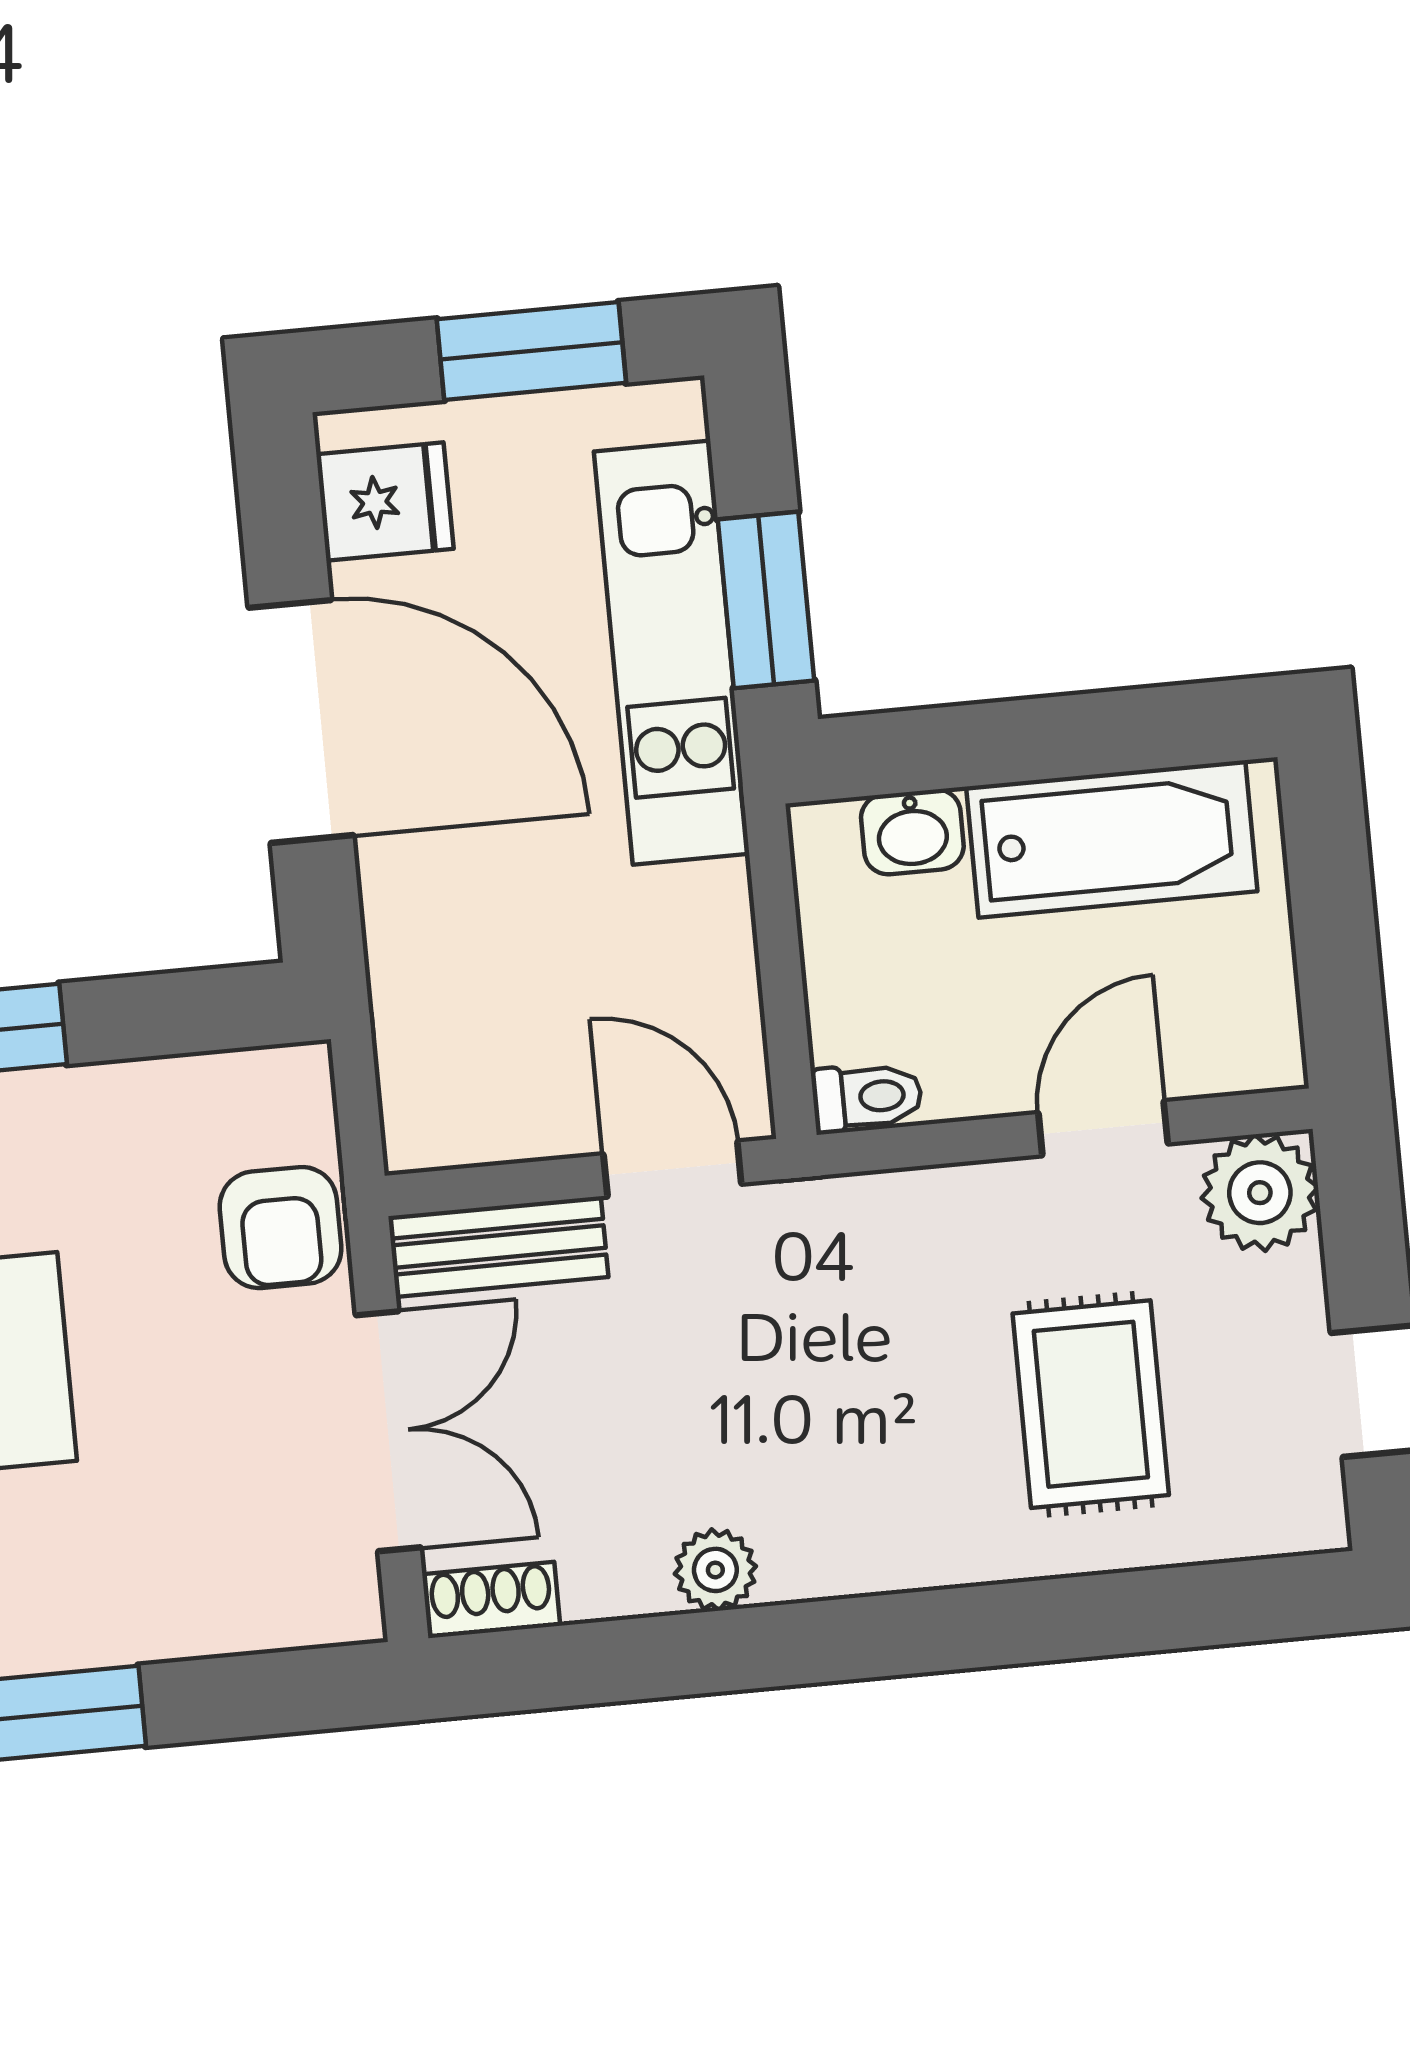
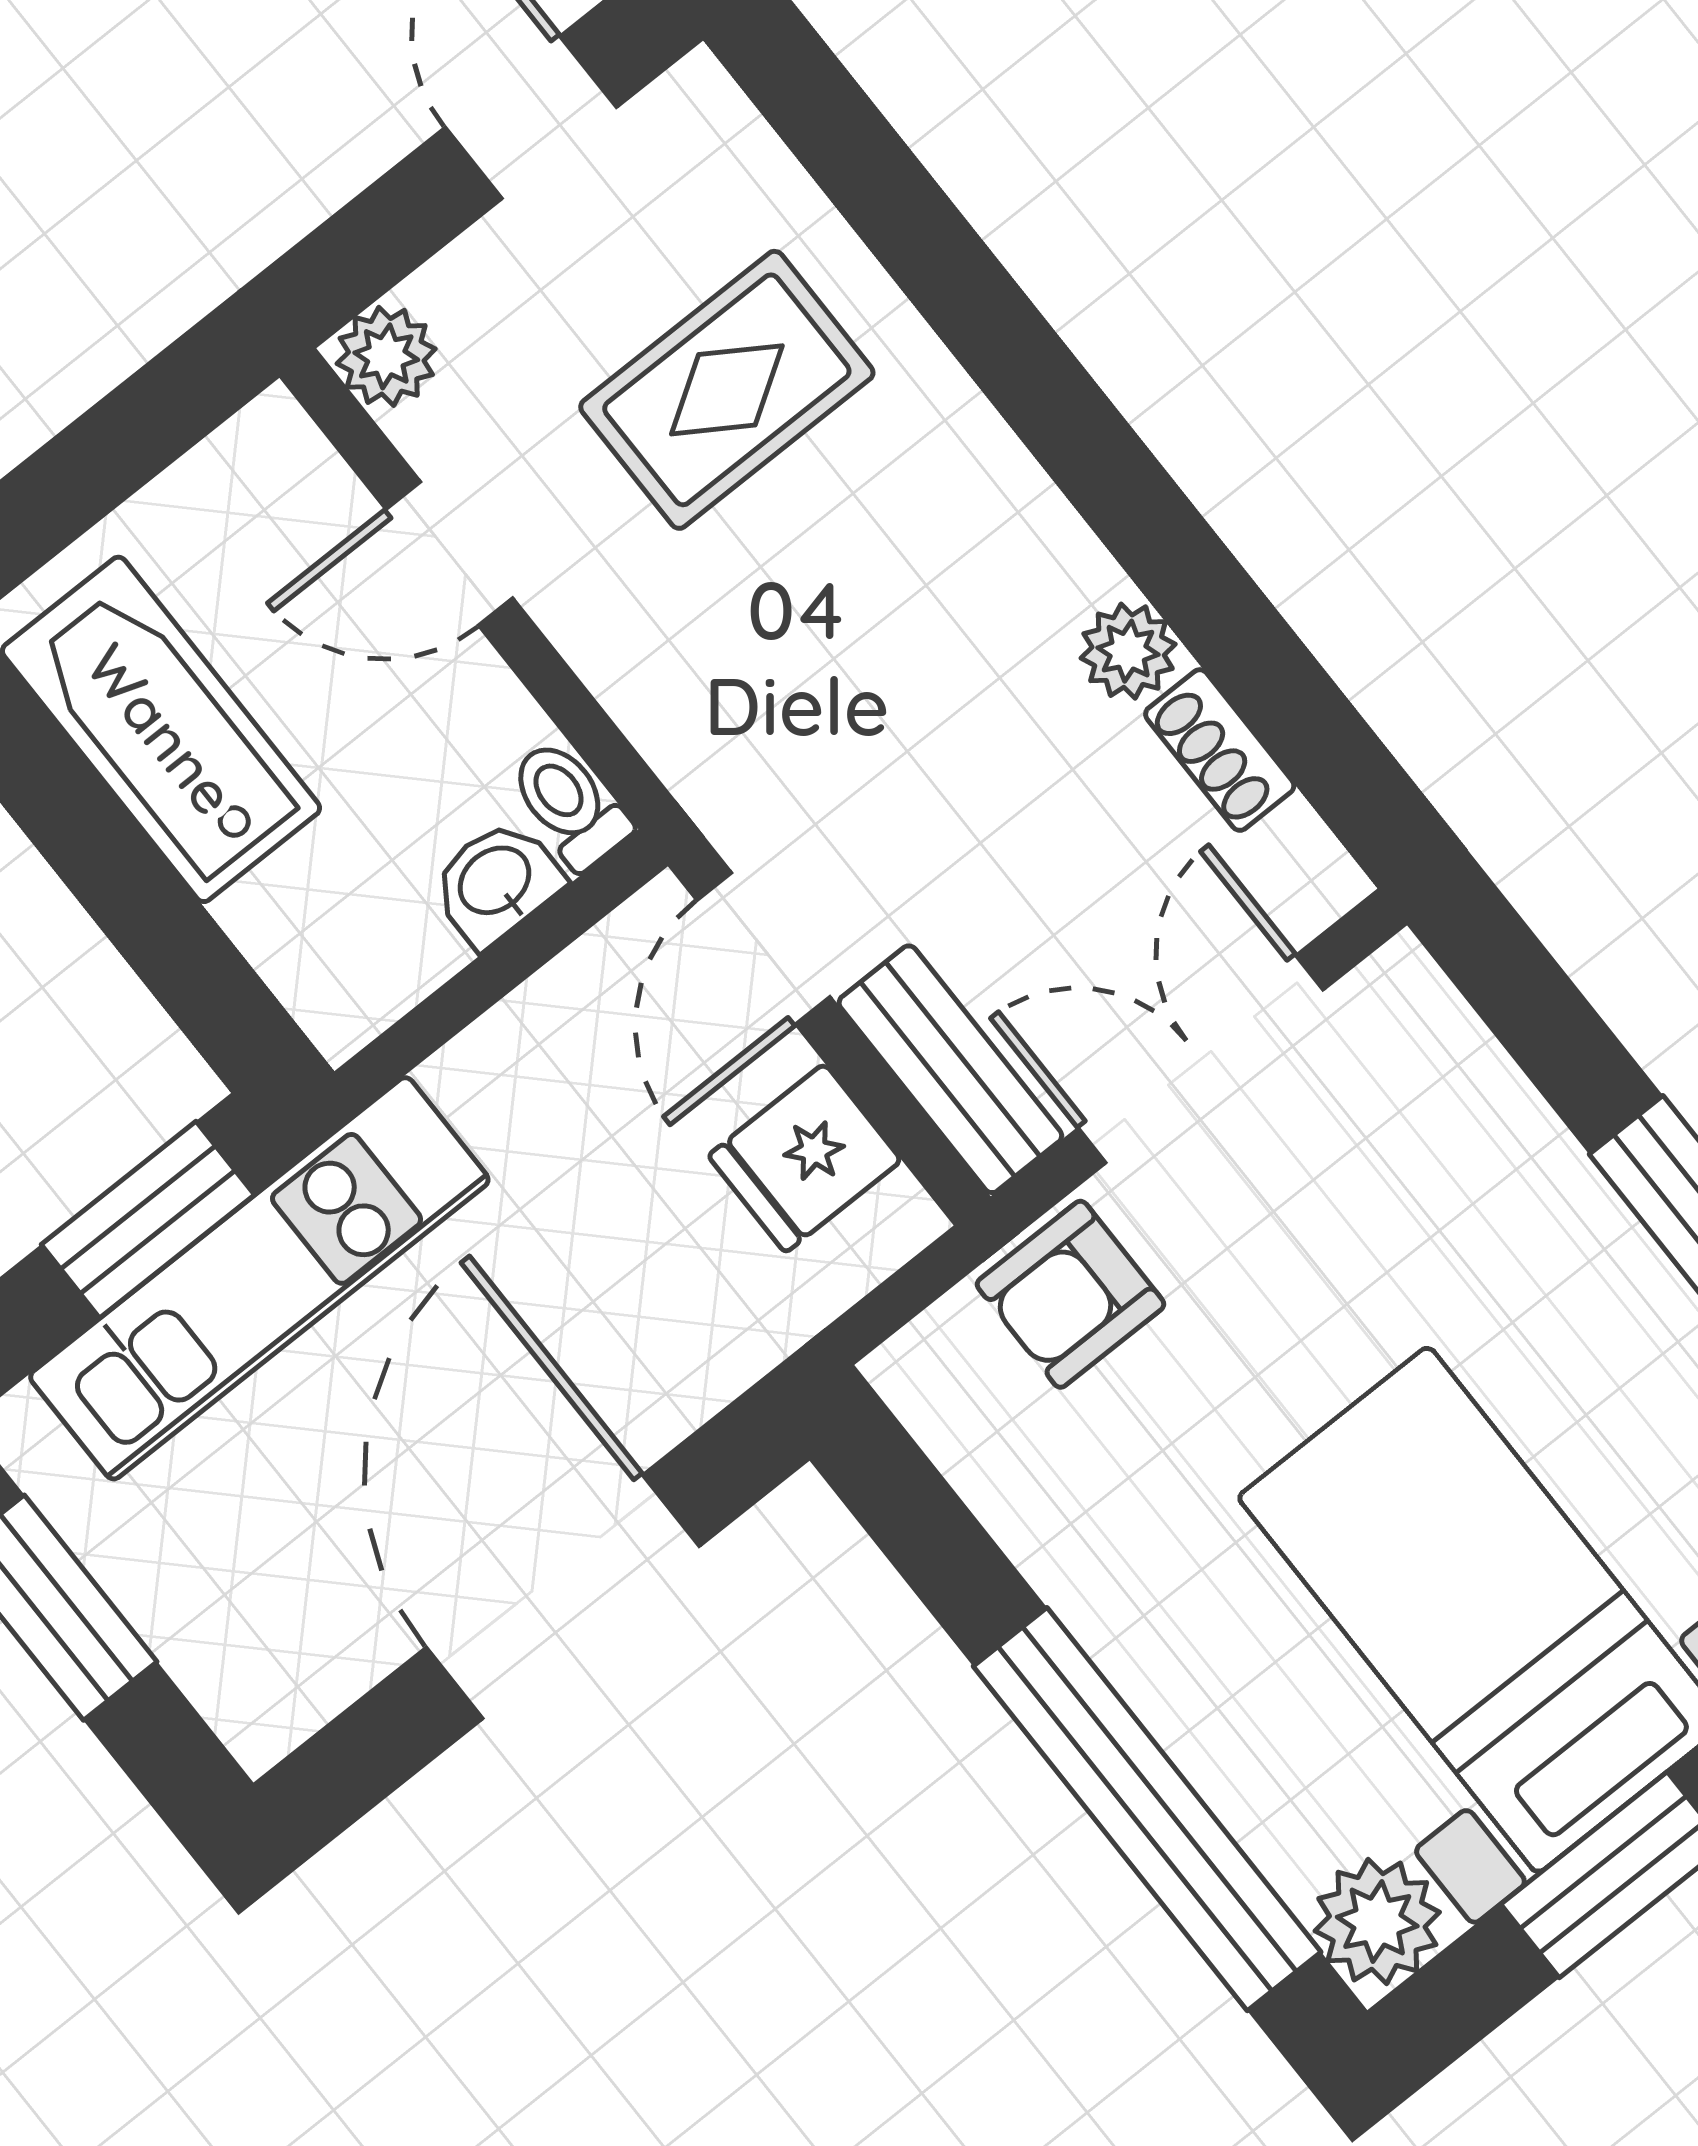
fridge: (385, 502) -> (805, 1158), moved, turned -90
washbasin: (912, 832) -> (496, 882), moved, turned -90
plant: (1260, 1193) -> (386, 356), width x0.73, depth x0.73
armchair: (281, 1228) -> (1070, 1294), turned 180
shoe rack: (491, 1600) -> (1220, 750), moved

